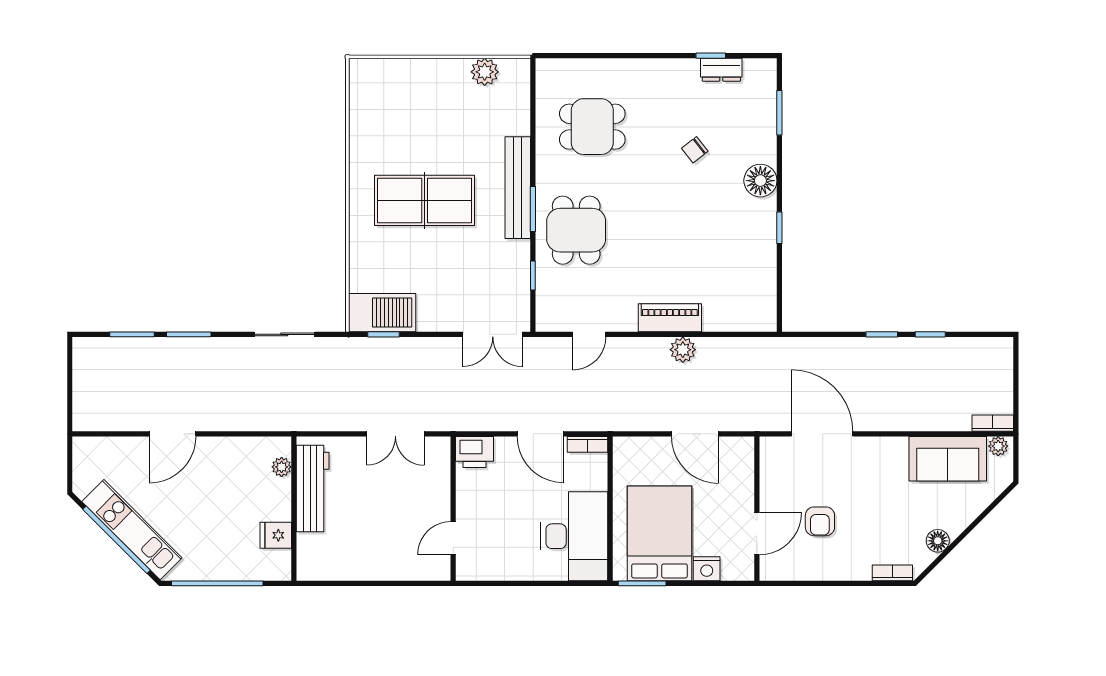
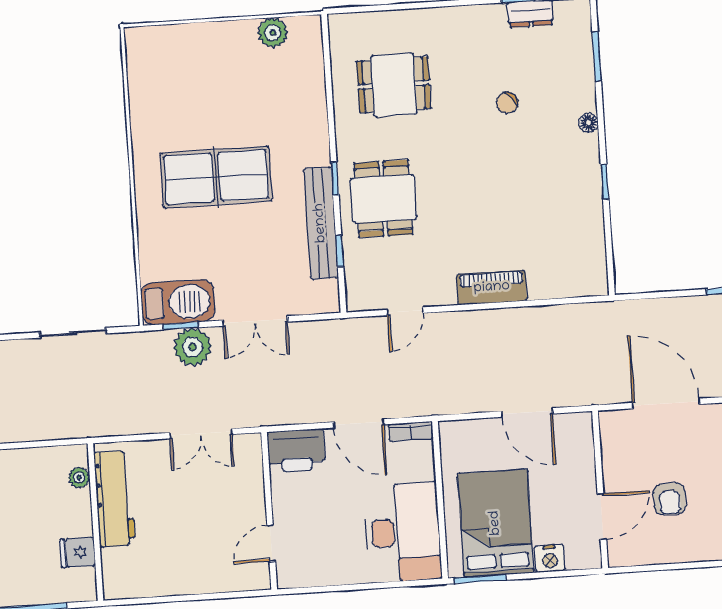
floor lamp: (760, 181) -> (589, 123), width x0.53, depth x0.53
bench: (518, 188) -> (321, 223), moved
window: (533, 209) -> (335, 179), width x0.67
double door: (493, 334) -> (255, 321), moved
plant: (683, 350) -> (193, 347), moved, width x1.36, depth x1.36
printer: (474, 452) -> (296, 450), width x1.37, depth x1.19

